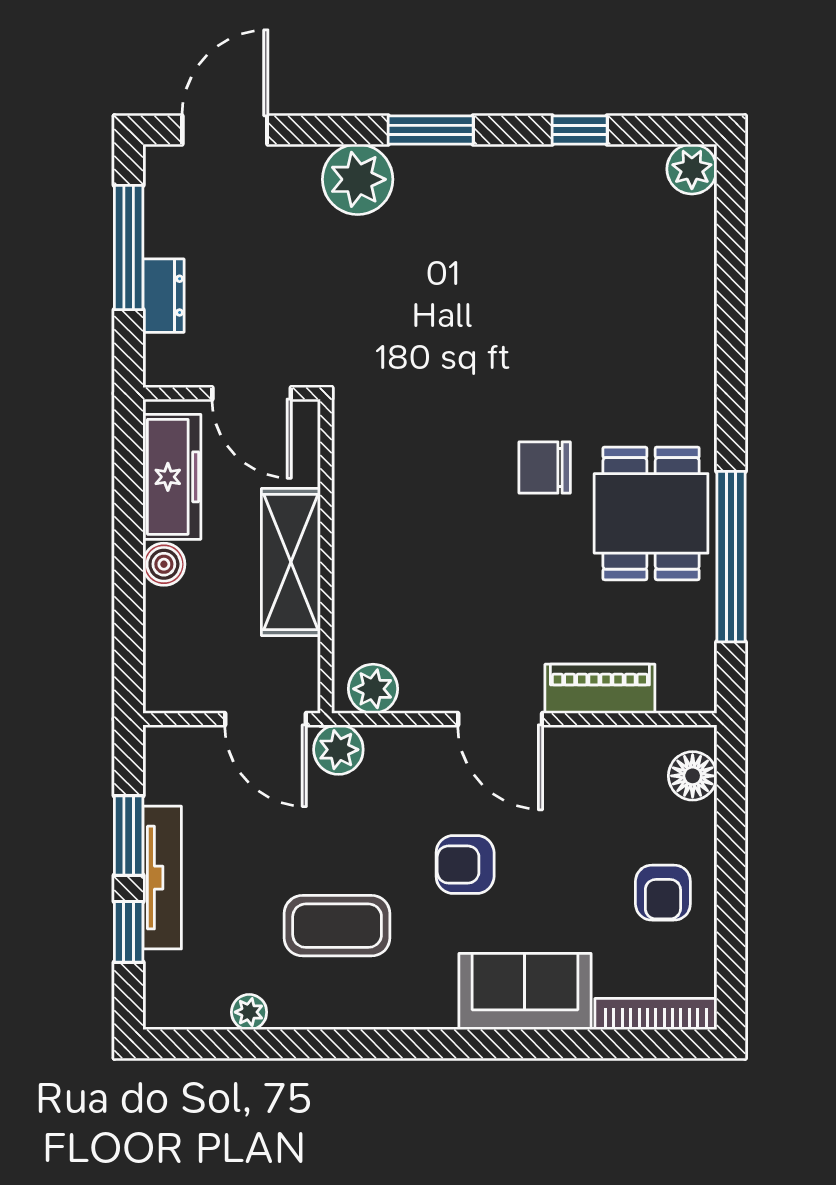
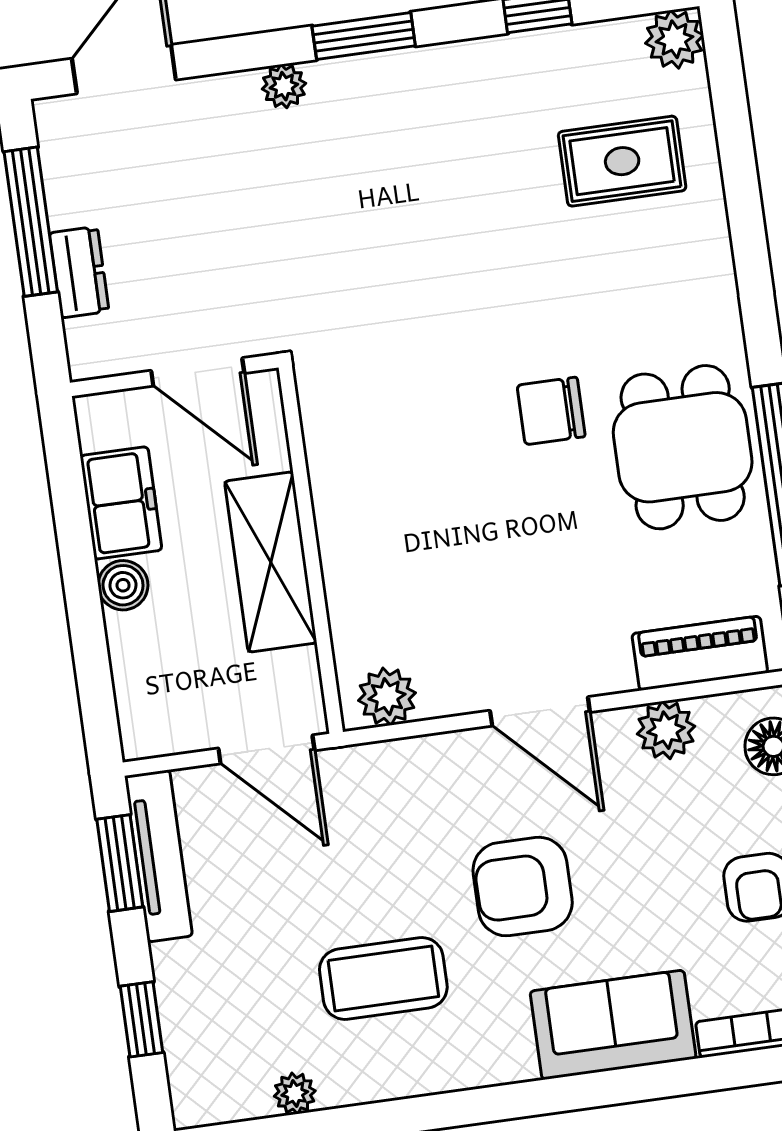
plant: (358, 179) -> (284, 86), width x0.53, depth x0.53
rug: (633, 266) -> (622, 161), added
freezer: (172, 477) -> (121, 503), width x0.71
piano: (600, 689) -> (700, 653), moved
plant: (338, 750) -> (666, 730), moved
window: (129, 836) -> (120, 863), moved
armchair: (465, 865) -> (523, 887), width x1.38, depth x1.38
tv unit: (162, 878) -> (159, 856), moved

